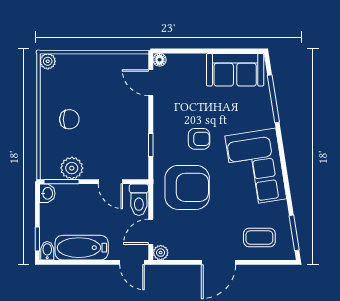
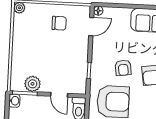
door: (151, 83) -> (91, 27), swing flipped
chair: (69, 119) -> (59, 23), moved
armchair: (199, 139) -> (123, 68), turned 82

